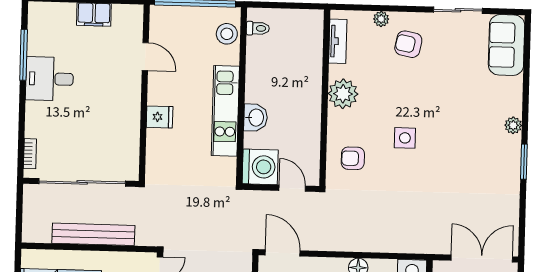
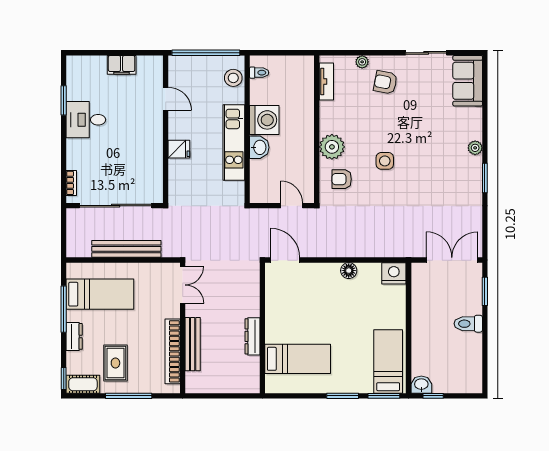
window: (24, 55) -> (64, 100), width x0.69
plant: (343, 94) -> (332, 147), moved
washing machine: (260, 167) -> (264, 120), moved

